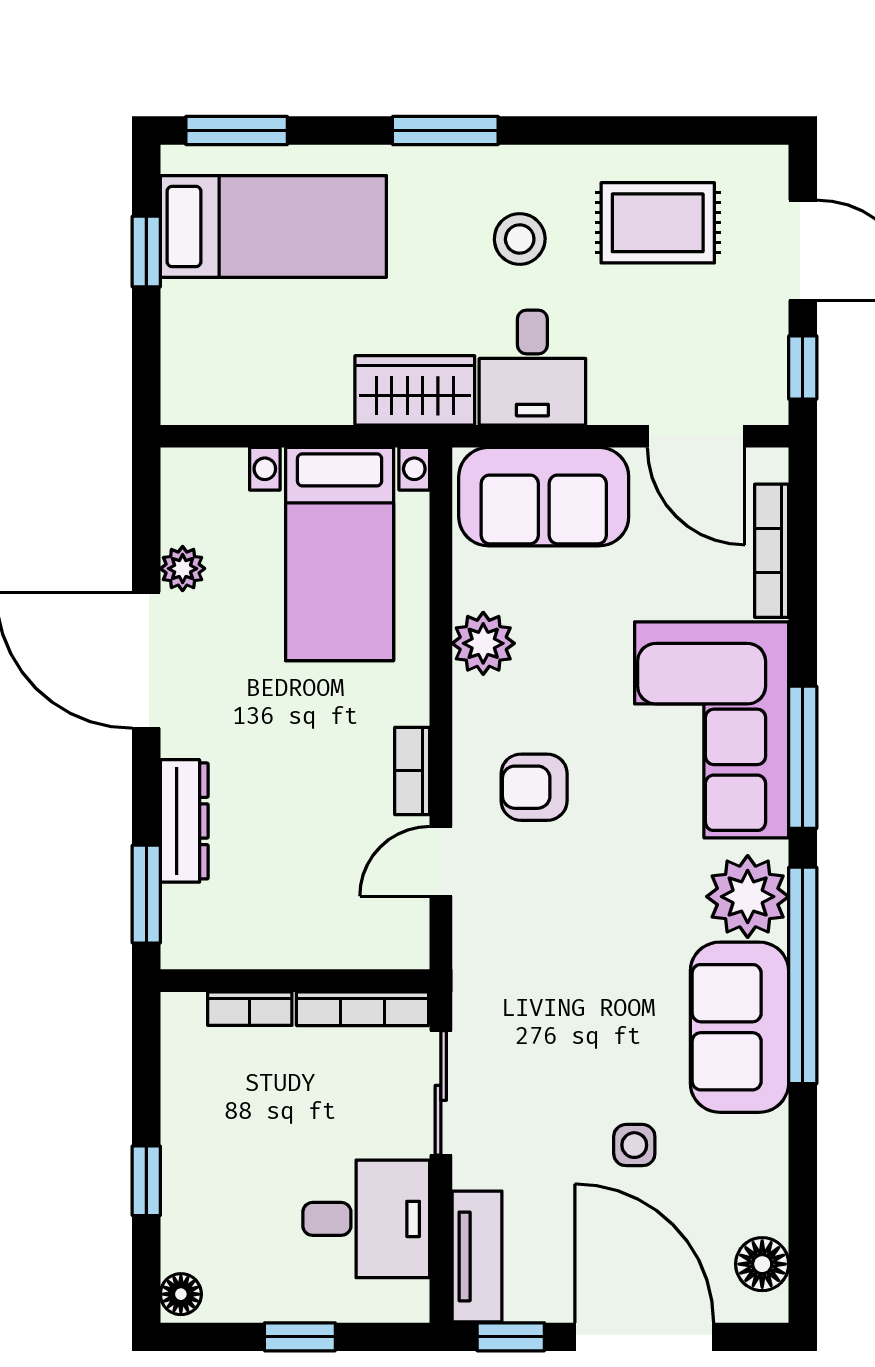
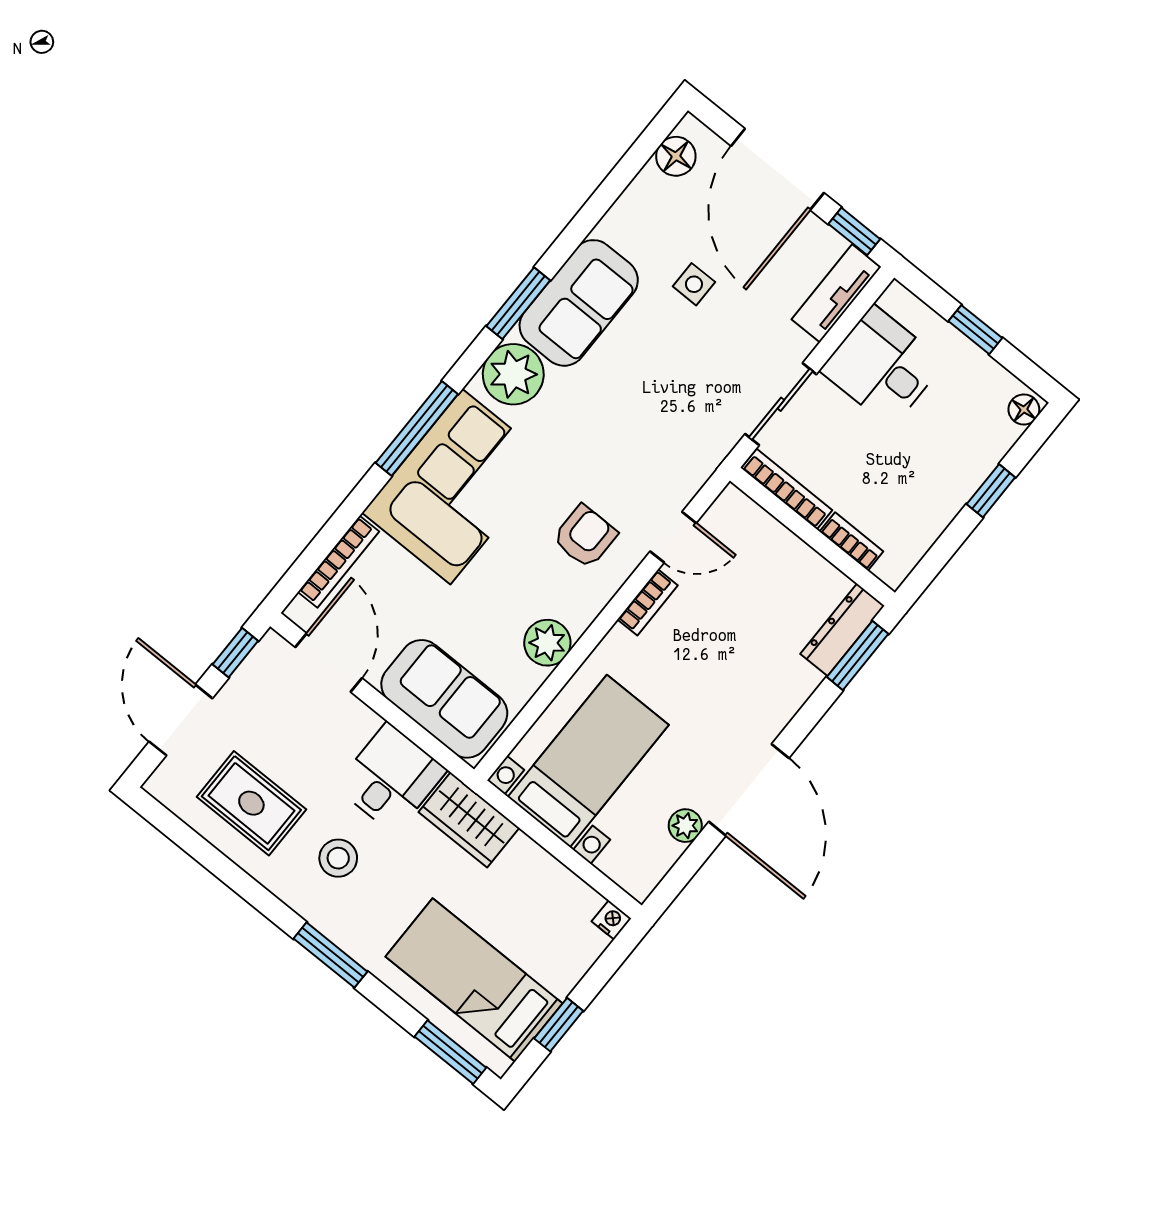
nightstand: (180, 407) -> (611, 920), added
armchair: (534, 787) -> (585, 536), turned -90
dresser: (184, 821) -> (842, 630), moved
window: (803, 975) -> (518, 303), width x0.47

